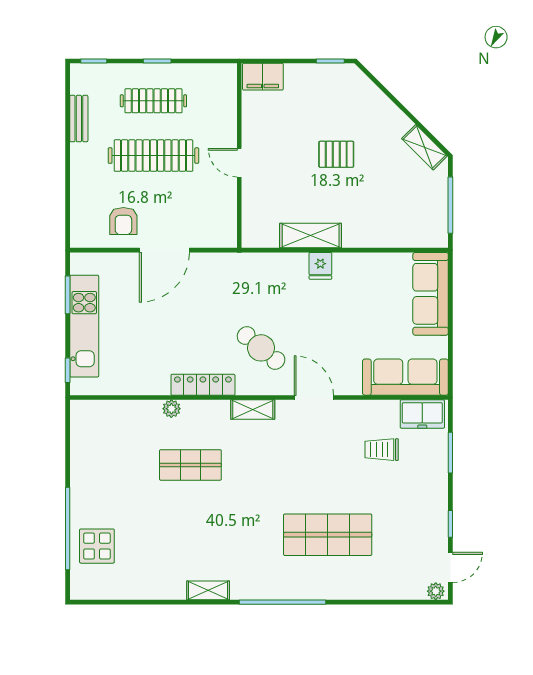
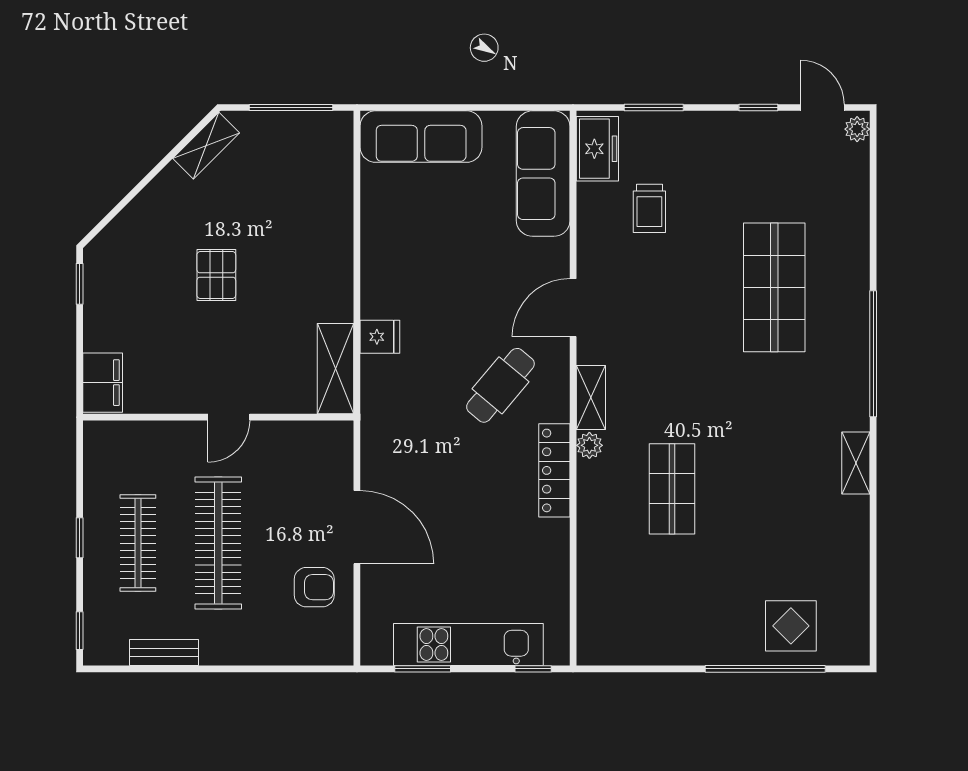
shelving: (311, 236) -> (336, 369), moved
fridge: (320, 266) -> (380, 337), moved
plant: (171, 409) -> (589, 445), moved

